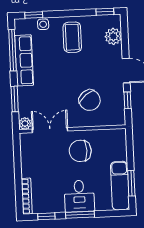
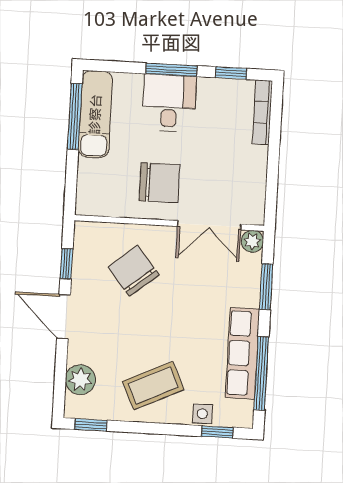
coffee table: (72, 37) -> (153, 386), turned 65
window: (131, 183) -> (75, 116), width x1.44

